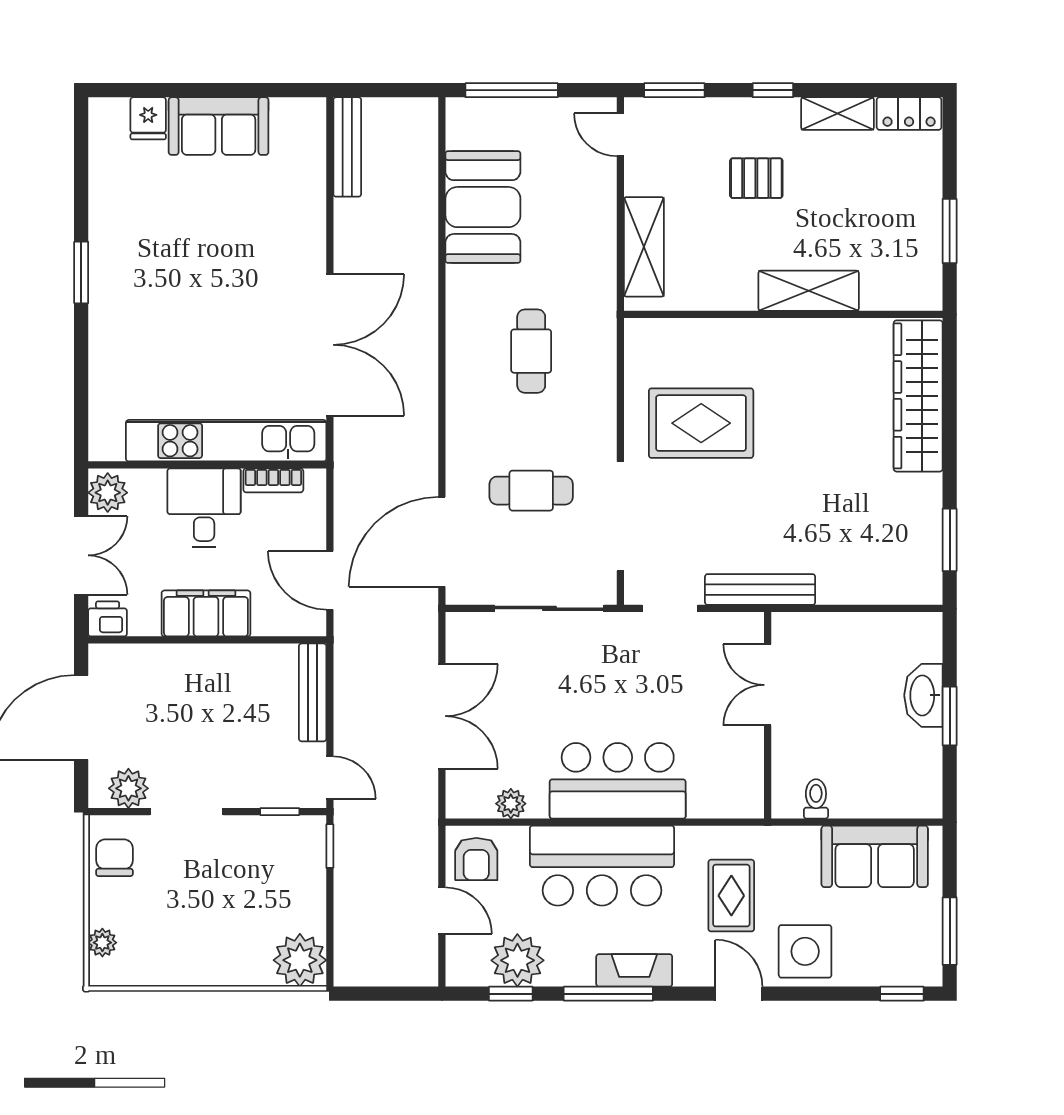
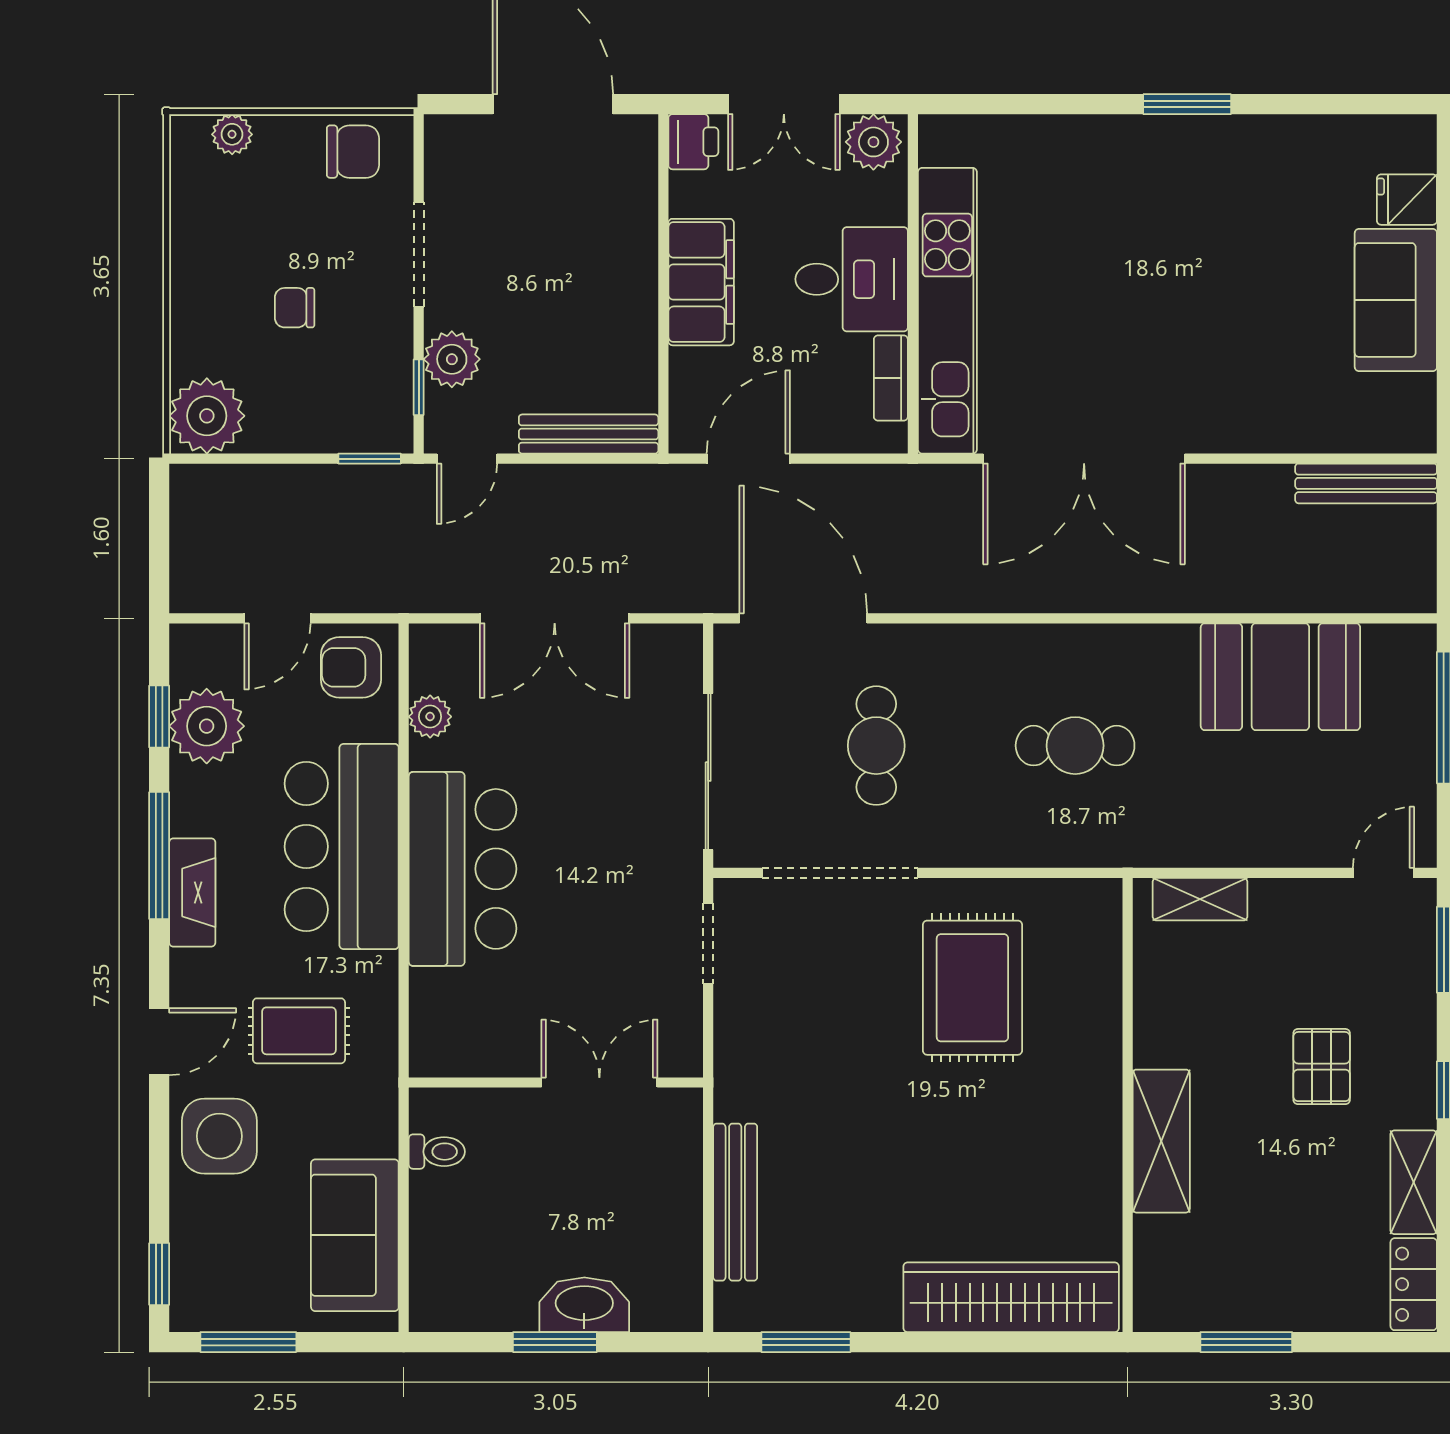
shelving: (644, 247) -> (1200, 899), width x0.67, depth x0.75
bench: (760, 590) -> (735, 1202), moved
plant: (128, 788) -> (452, 359), moved
chair: (224, 899) -> (295, 308), added

